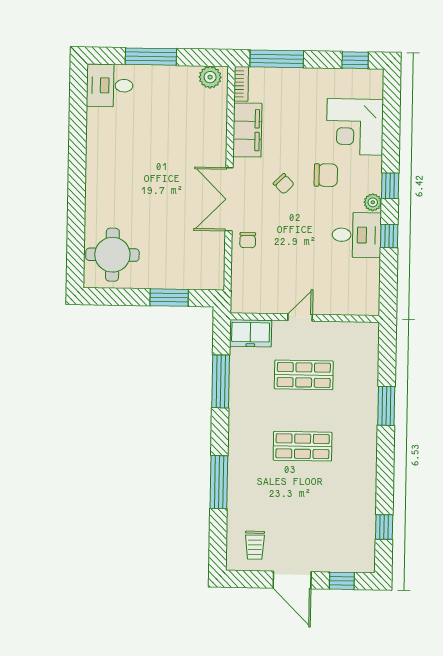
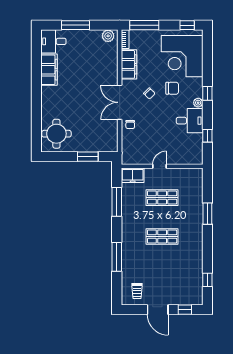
corner desk: (355, 127) -> (182, 56), width x1.36, depth x1.36
filing cabinet: (101, 137) -> (49, 70), added
window: (389, 236) -> (207, 136), moved

